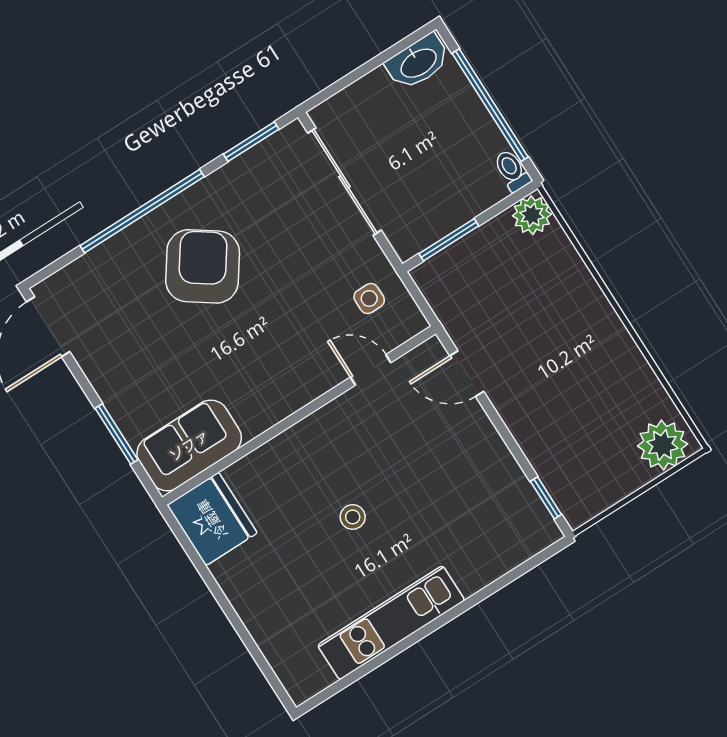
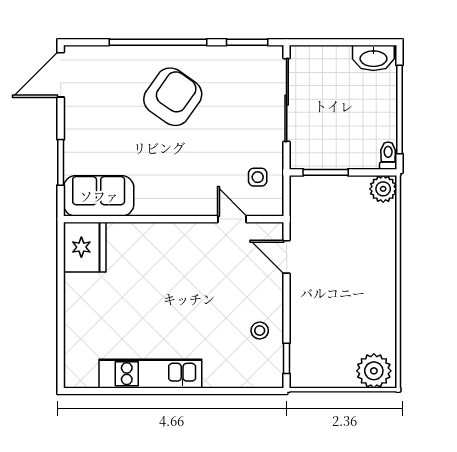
stool: (353, 517) -> (260, 331), moved

